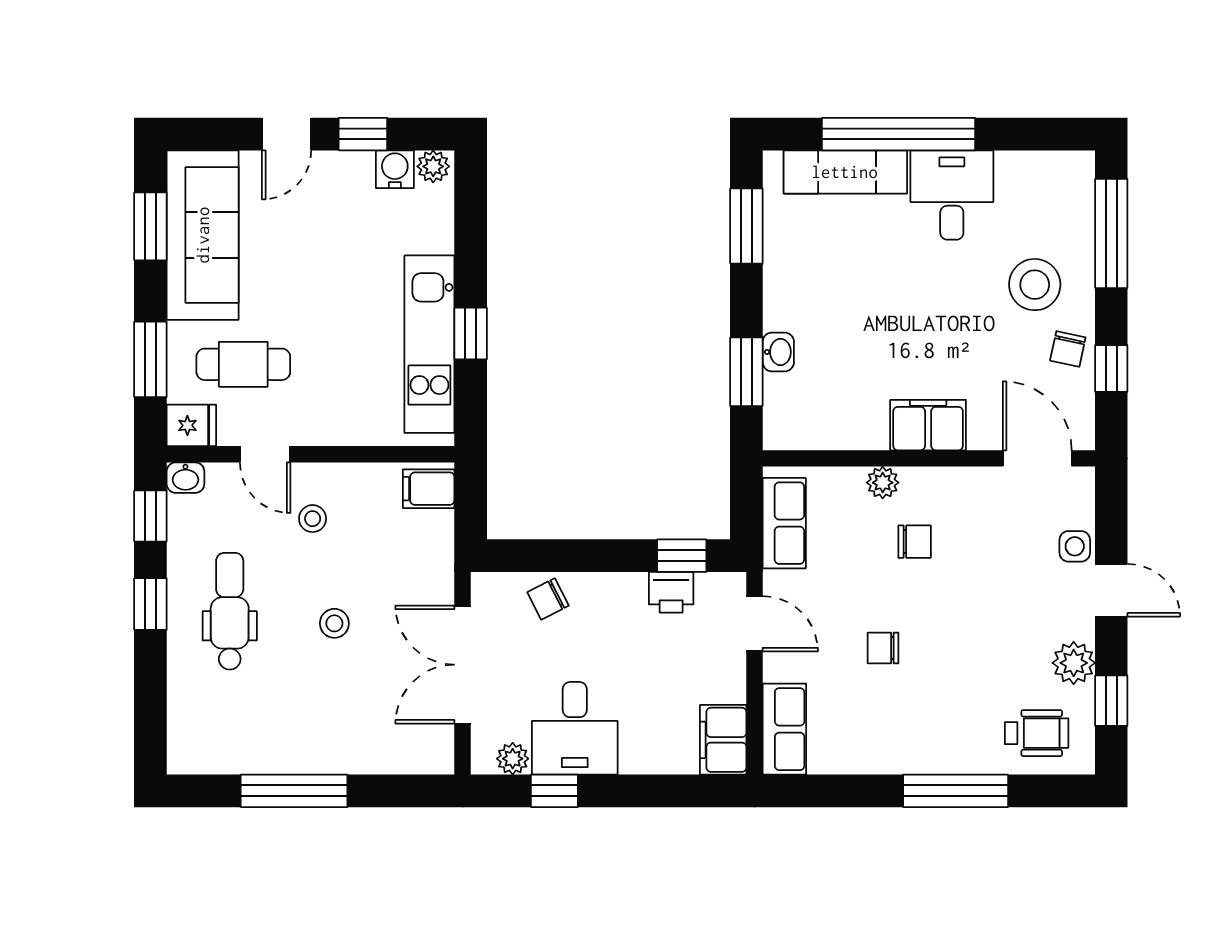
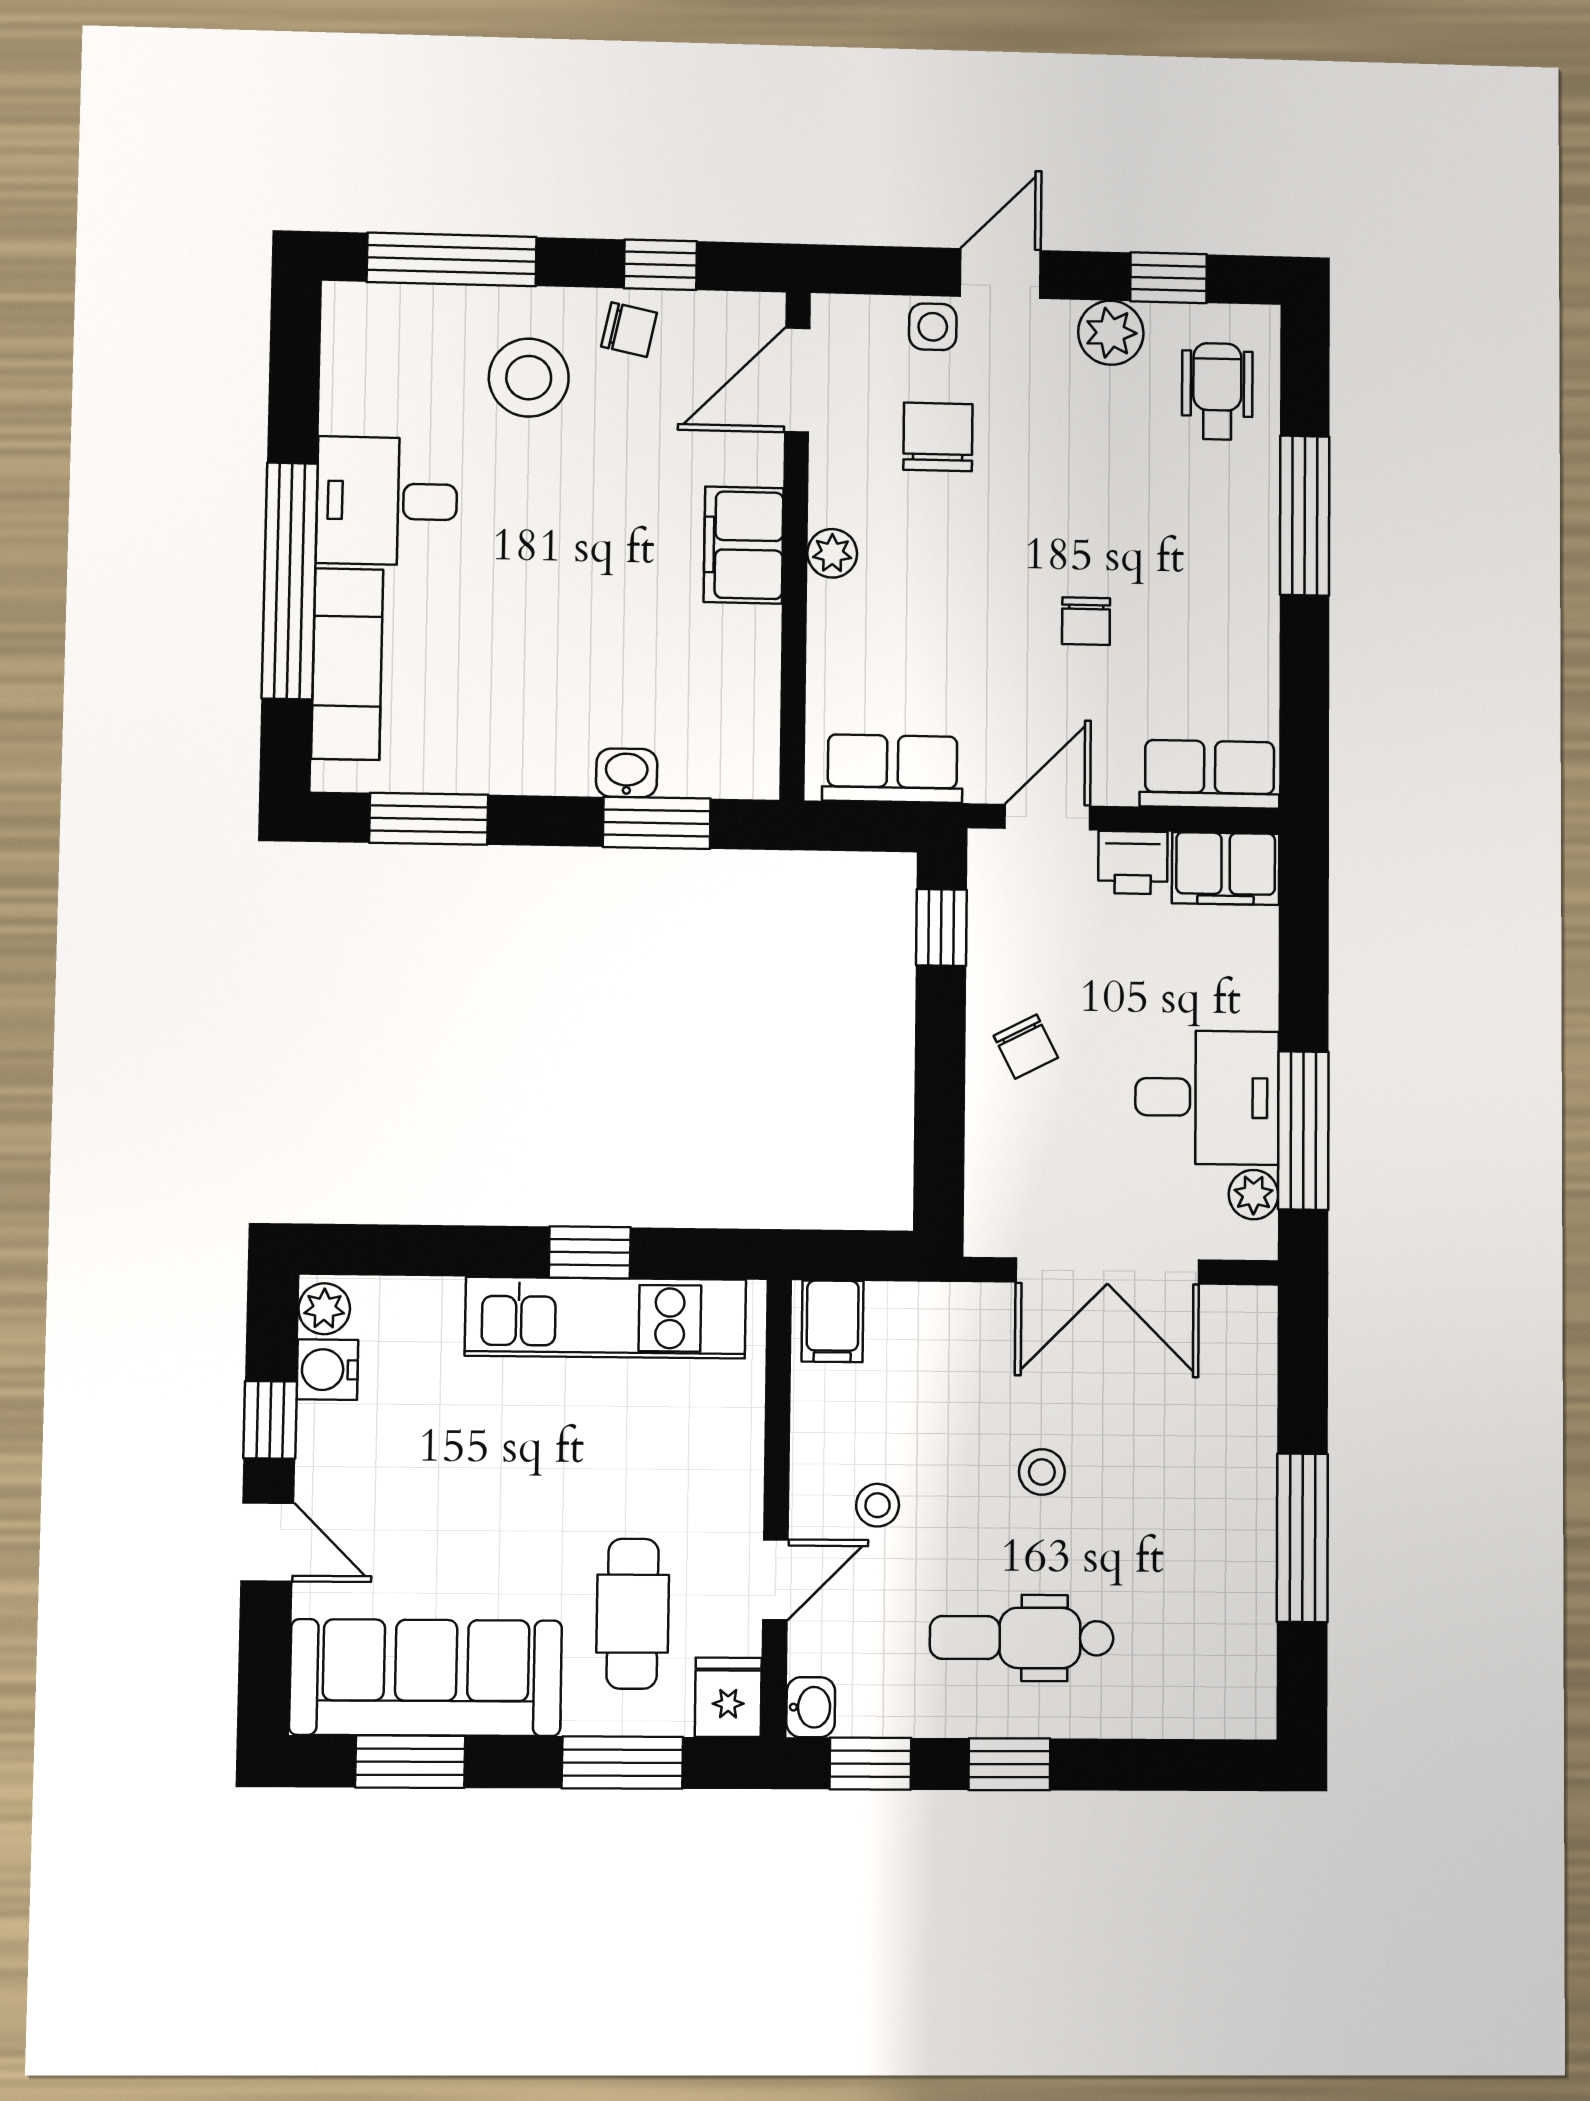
plant: (883, 483) -> (832, 553), moved
chair: (915, 542) -> (938, 437), moved, width x1.37, depth x1.37
printer: (671, 592) -> (1133, 862), moved, turned 90
chair: (548, 599) -> (1026, 1047), moved
window: (554, 791) -> (1303, 1131), width x2.17

